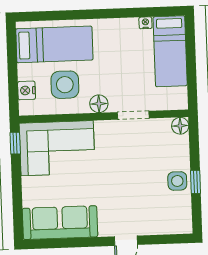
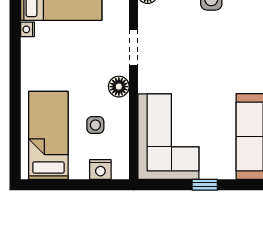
side table: (65, 85) -> (95, 125), width x0.54, depth x0.54
window: (15, 143) -> (205, 185), moved

